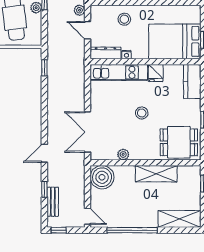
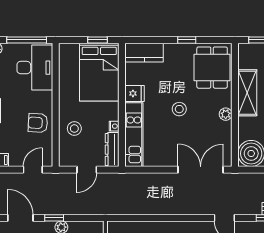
plant: (79, 10) -> (64, 179), removed
window: (44, 68) -> (129, 218), removed
double door: (88, 132) -> (201, 170), swing flipped
plant: (123, 154) -> (226, 114), moved

